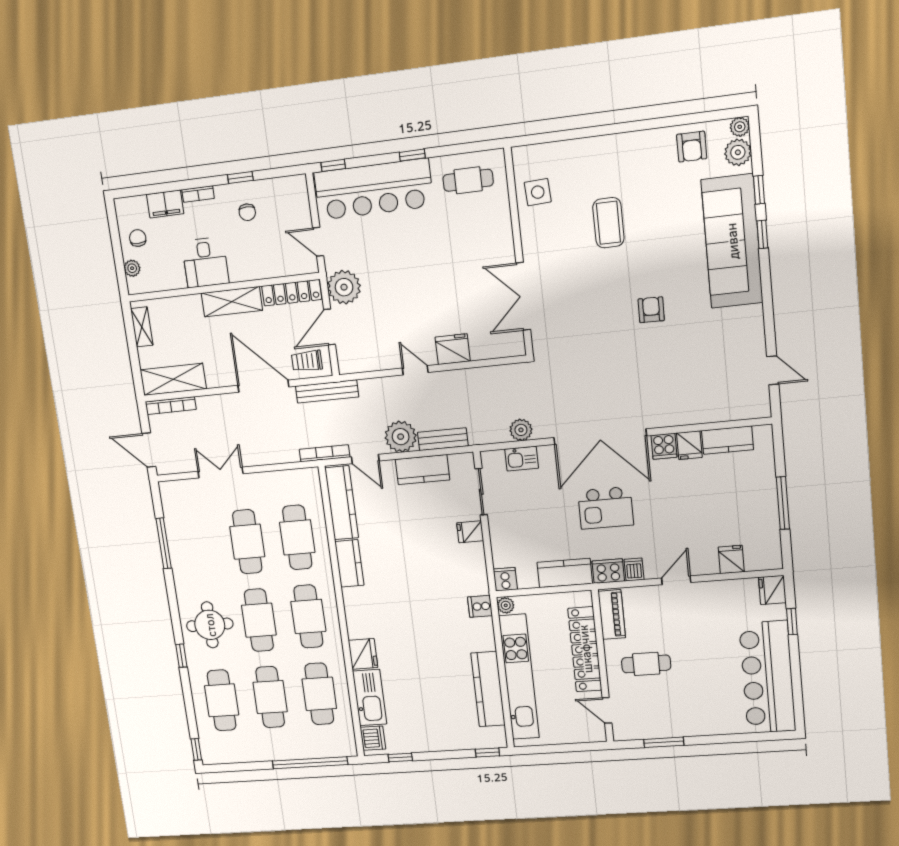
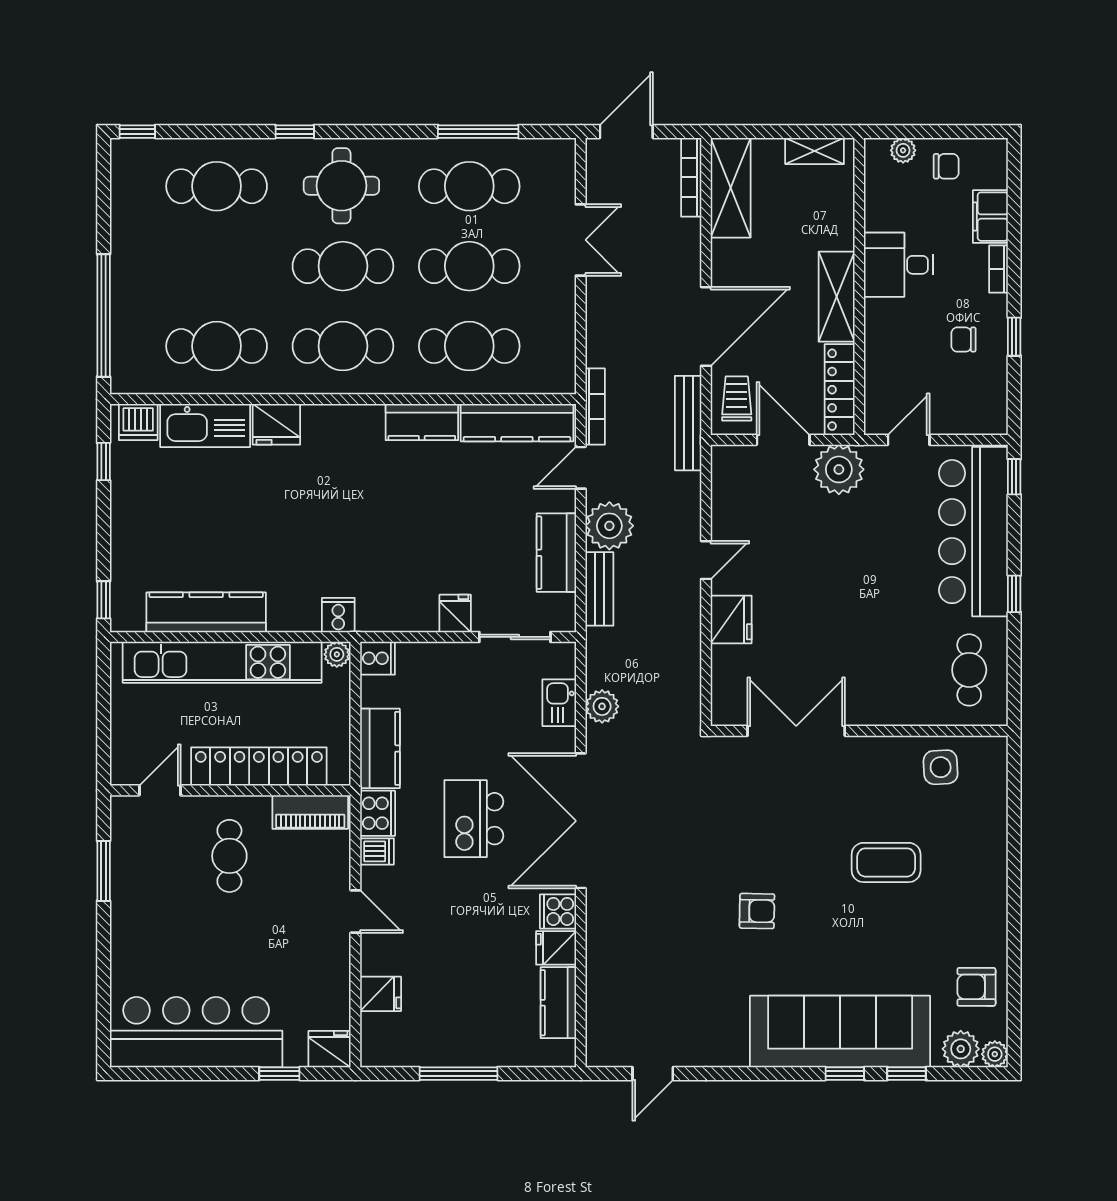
cafe table: (270, 697) -> (469, 186), moved

